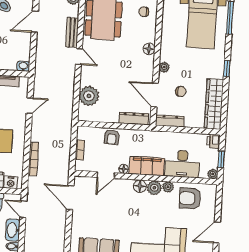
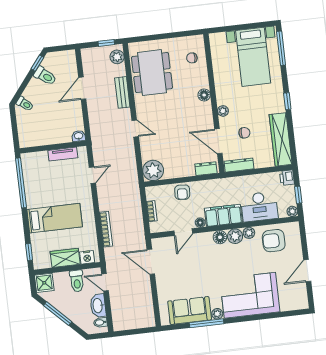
door: (79, 56) -> (135, 128), moved
plant: (89, 96) -> (153, 170), moved
dresser: (134, 119) -> (206, 169), width x0.70

